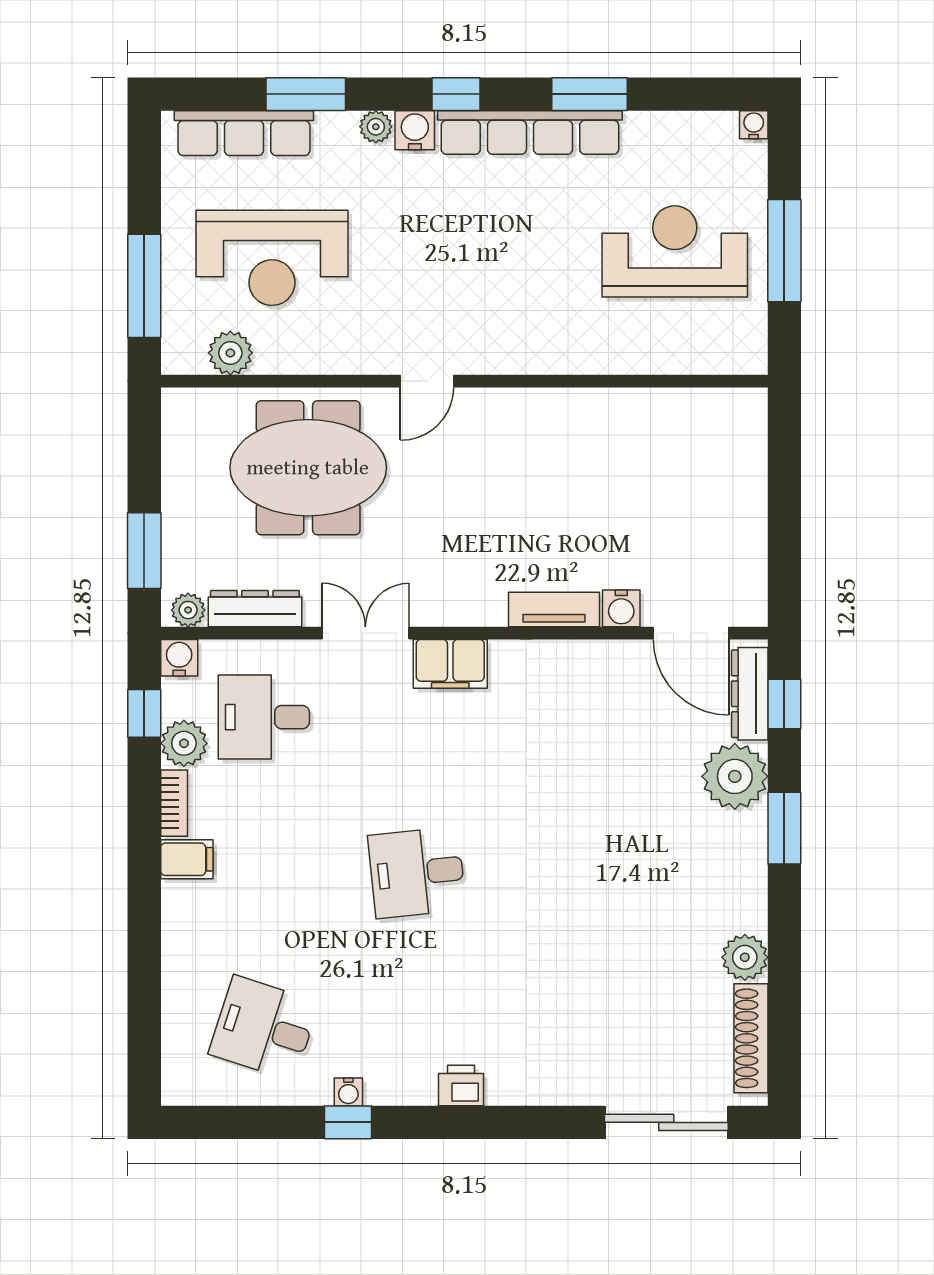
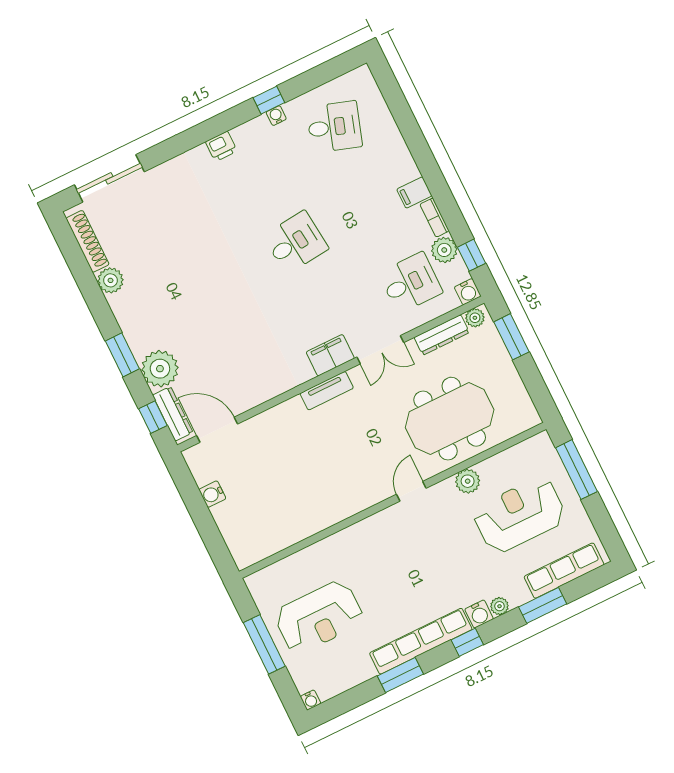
plant: (230, 353) -> (468, 481), moved
water cooler: (621, 608) -> (212, 494), moved, turned -90
tv unit: (554, 610) -> (327, 391), moved

